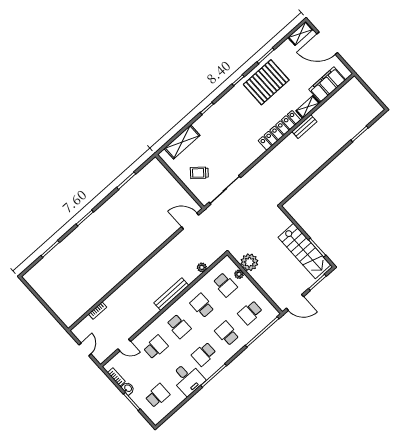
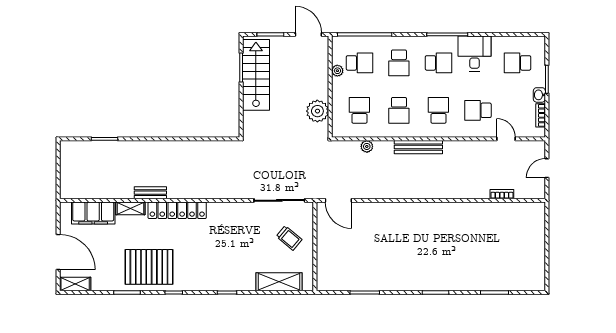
plant: (239, 274) -> (337, 71), moved

